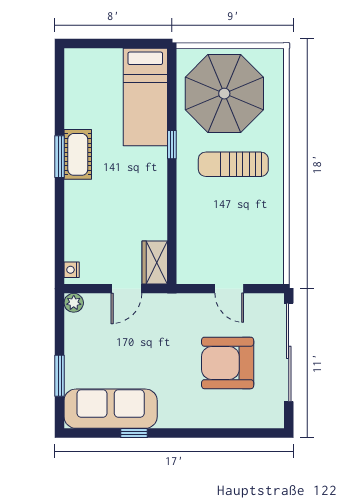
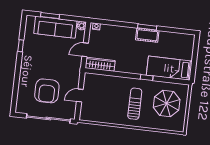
parasol: (224, 94) -> (167, 103), width x0.73, depth x0.73
wardrobe: (155, 262) -> (100, 64), width x1.50
door: (126, 289) -> (85, 50), hinge flipped
armchair: (228, 363) -> (47, 91), turned 180
sofa: (111, 409) -> (55, 27), moved, turned 90

